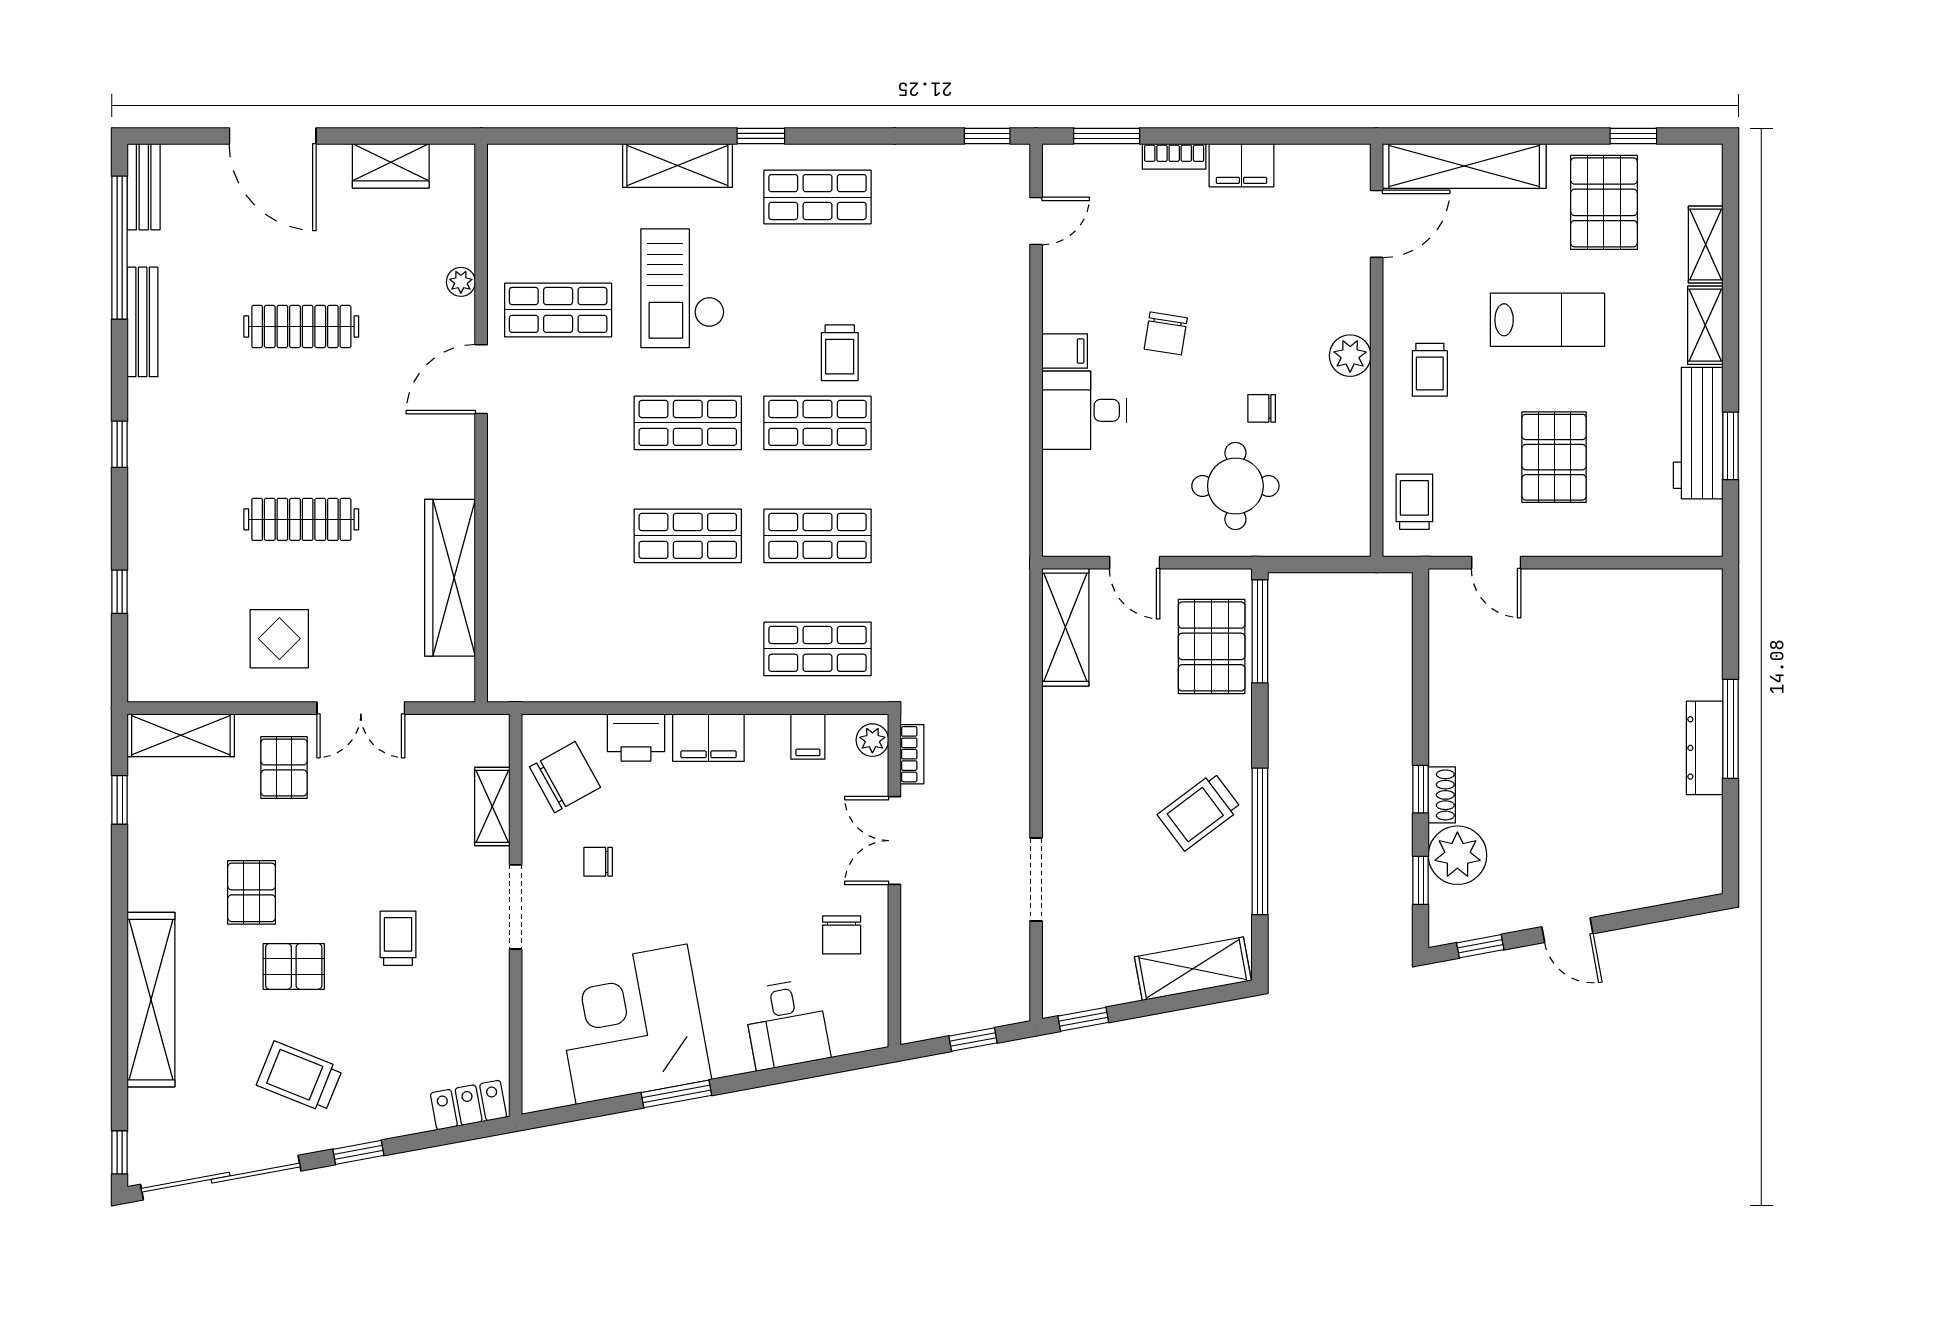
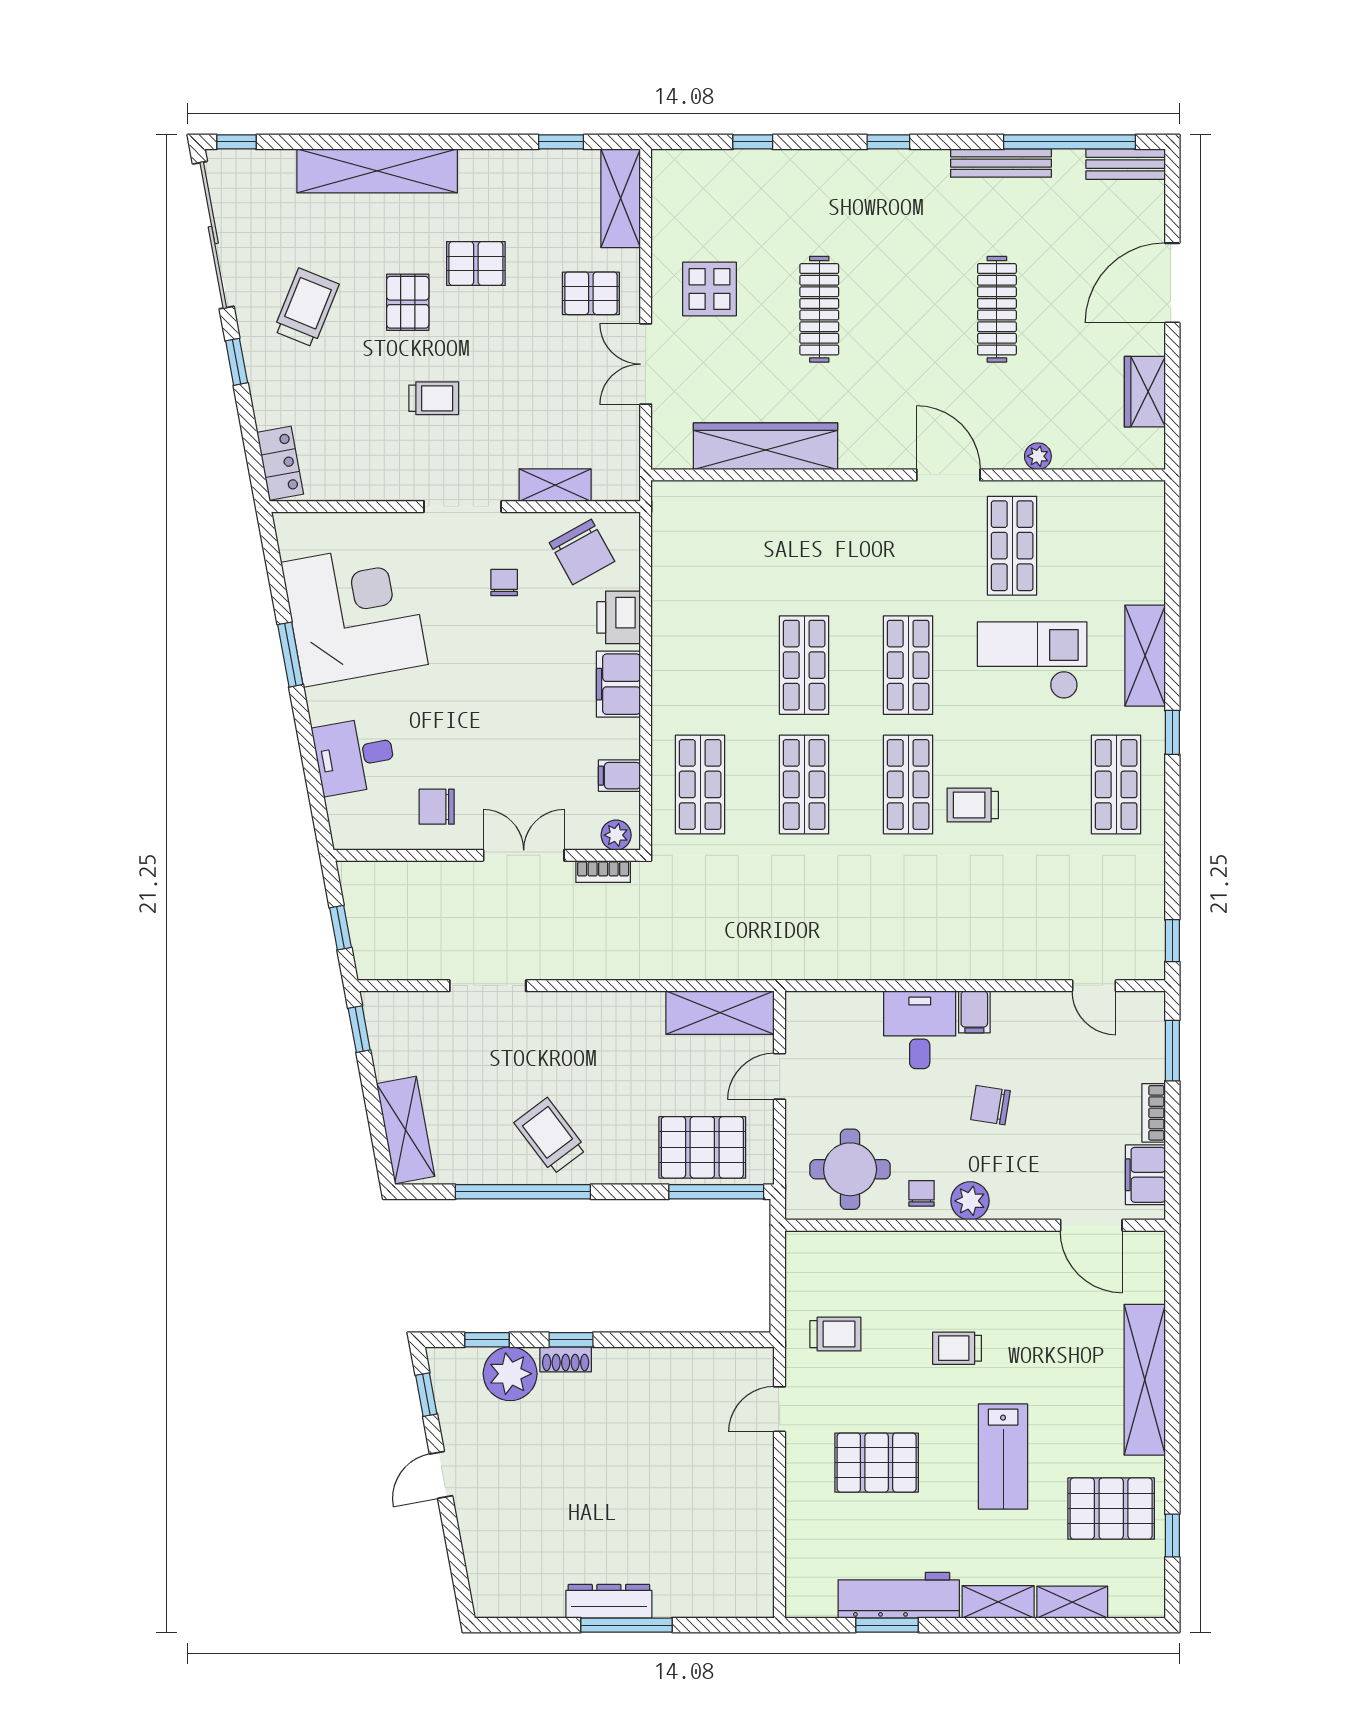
door: (1377, 224) -> (1091, 1225), moved
wall: (1377, 350) -> (975, 1225), moved
plant: (1350, 356) -> (970, 1201), moved

